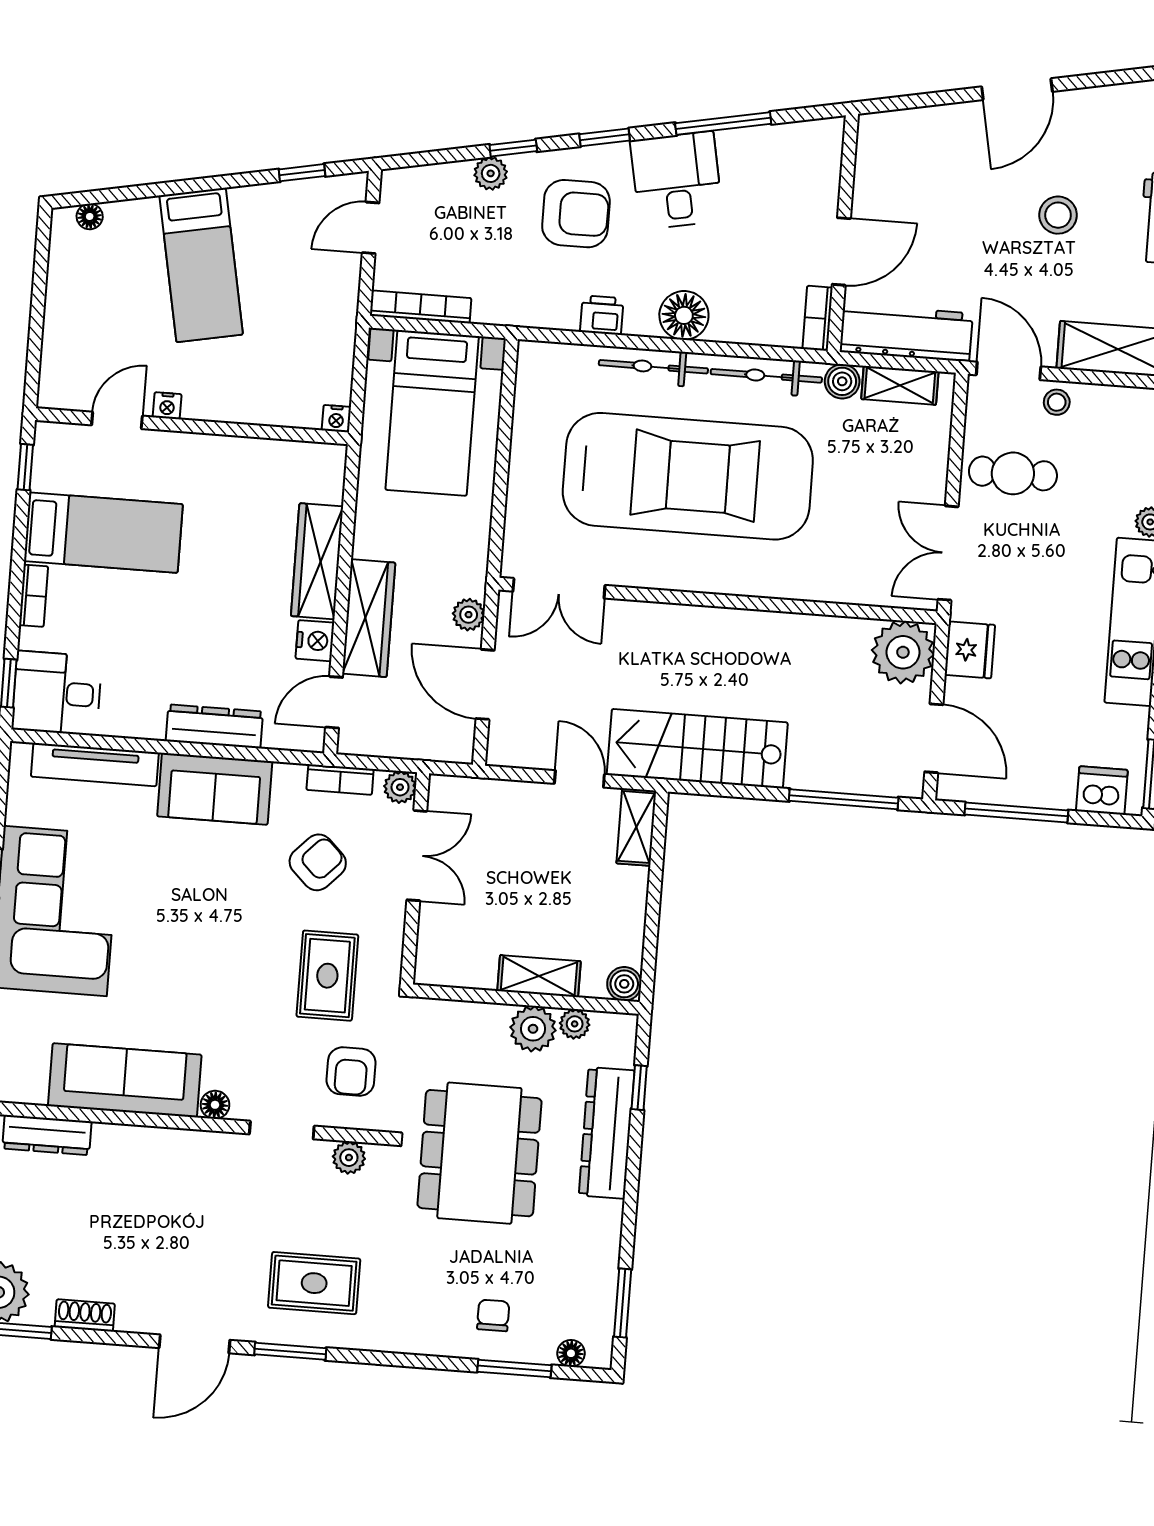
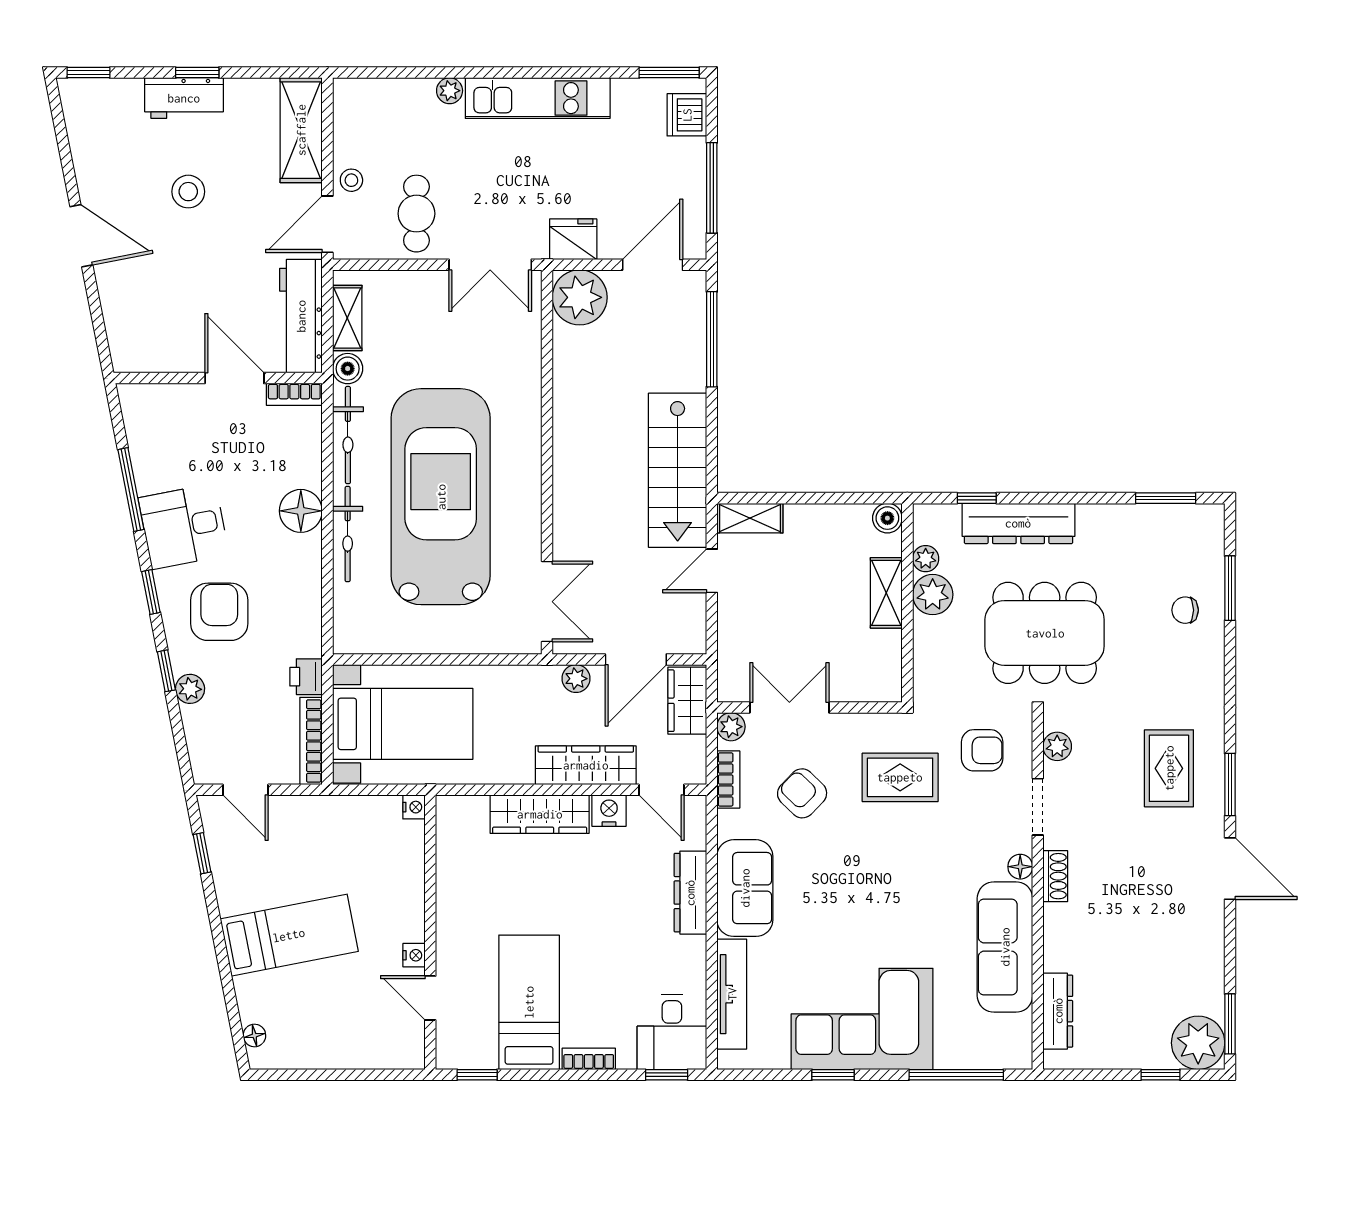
printer: (602, 315) -> (306, 677), moved
wardrobe: (434, 740) -> (687, 701), added
shoe rack: (85, 1315) -> (1055, 876), moved, turned 180
floor lamp: (571, 1353) -> (1213, 540), removed

